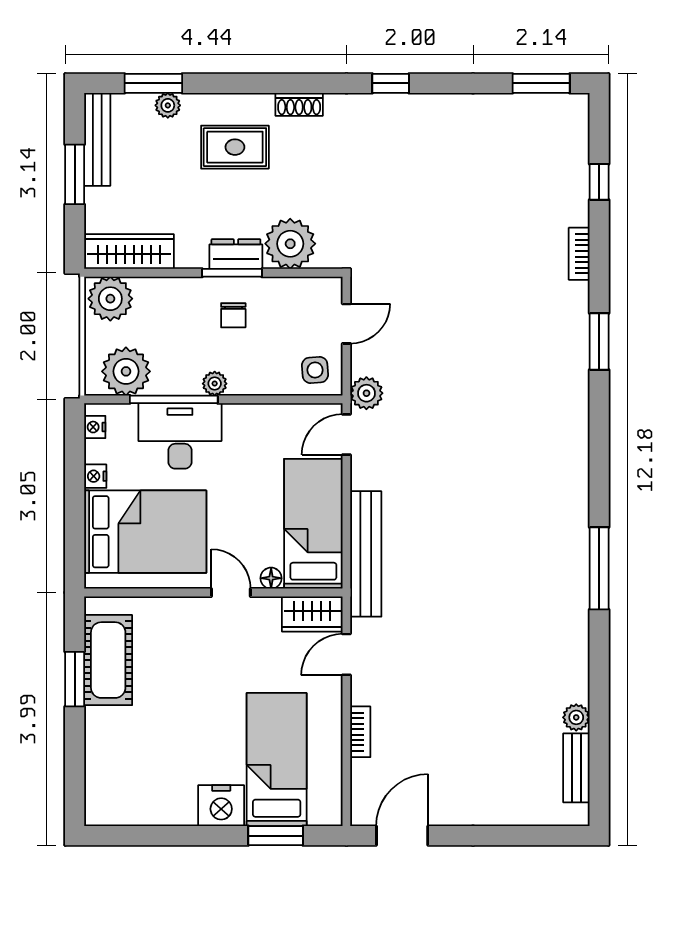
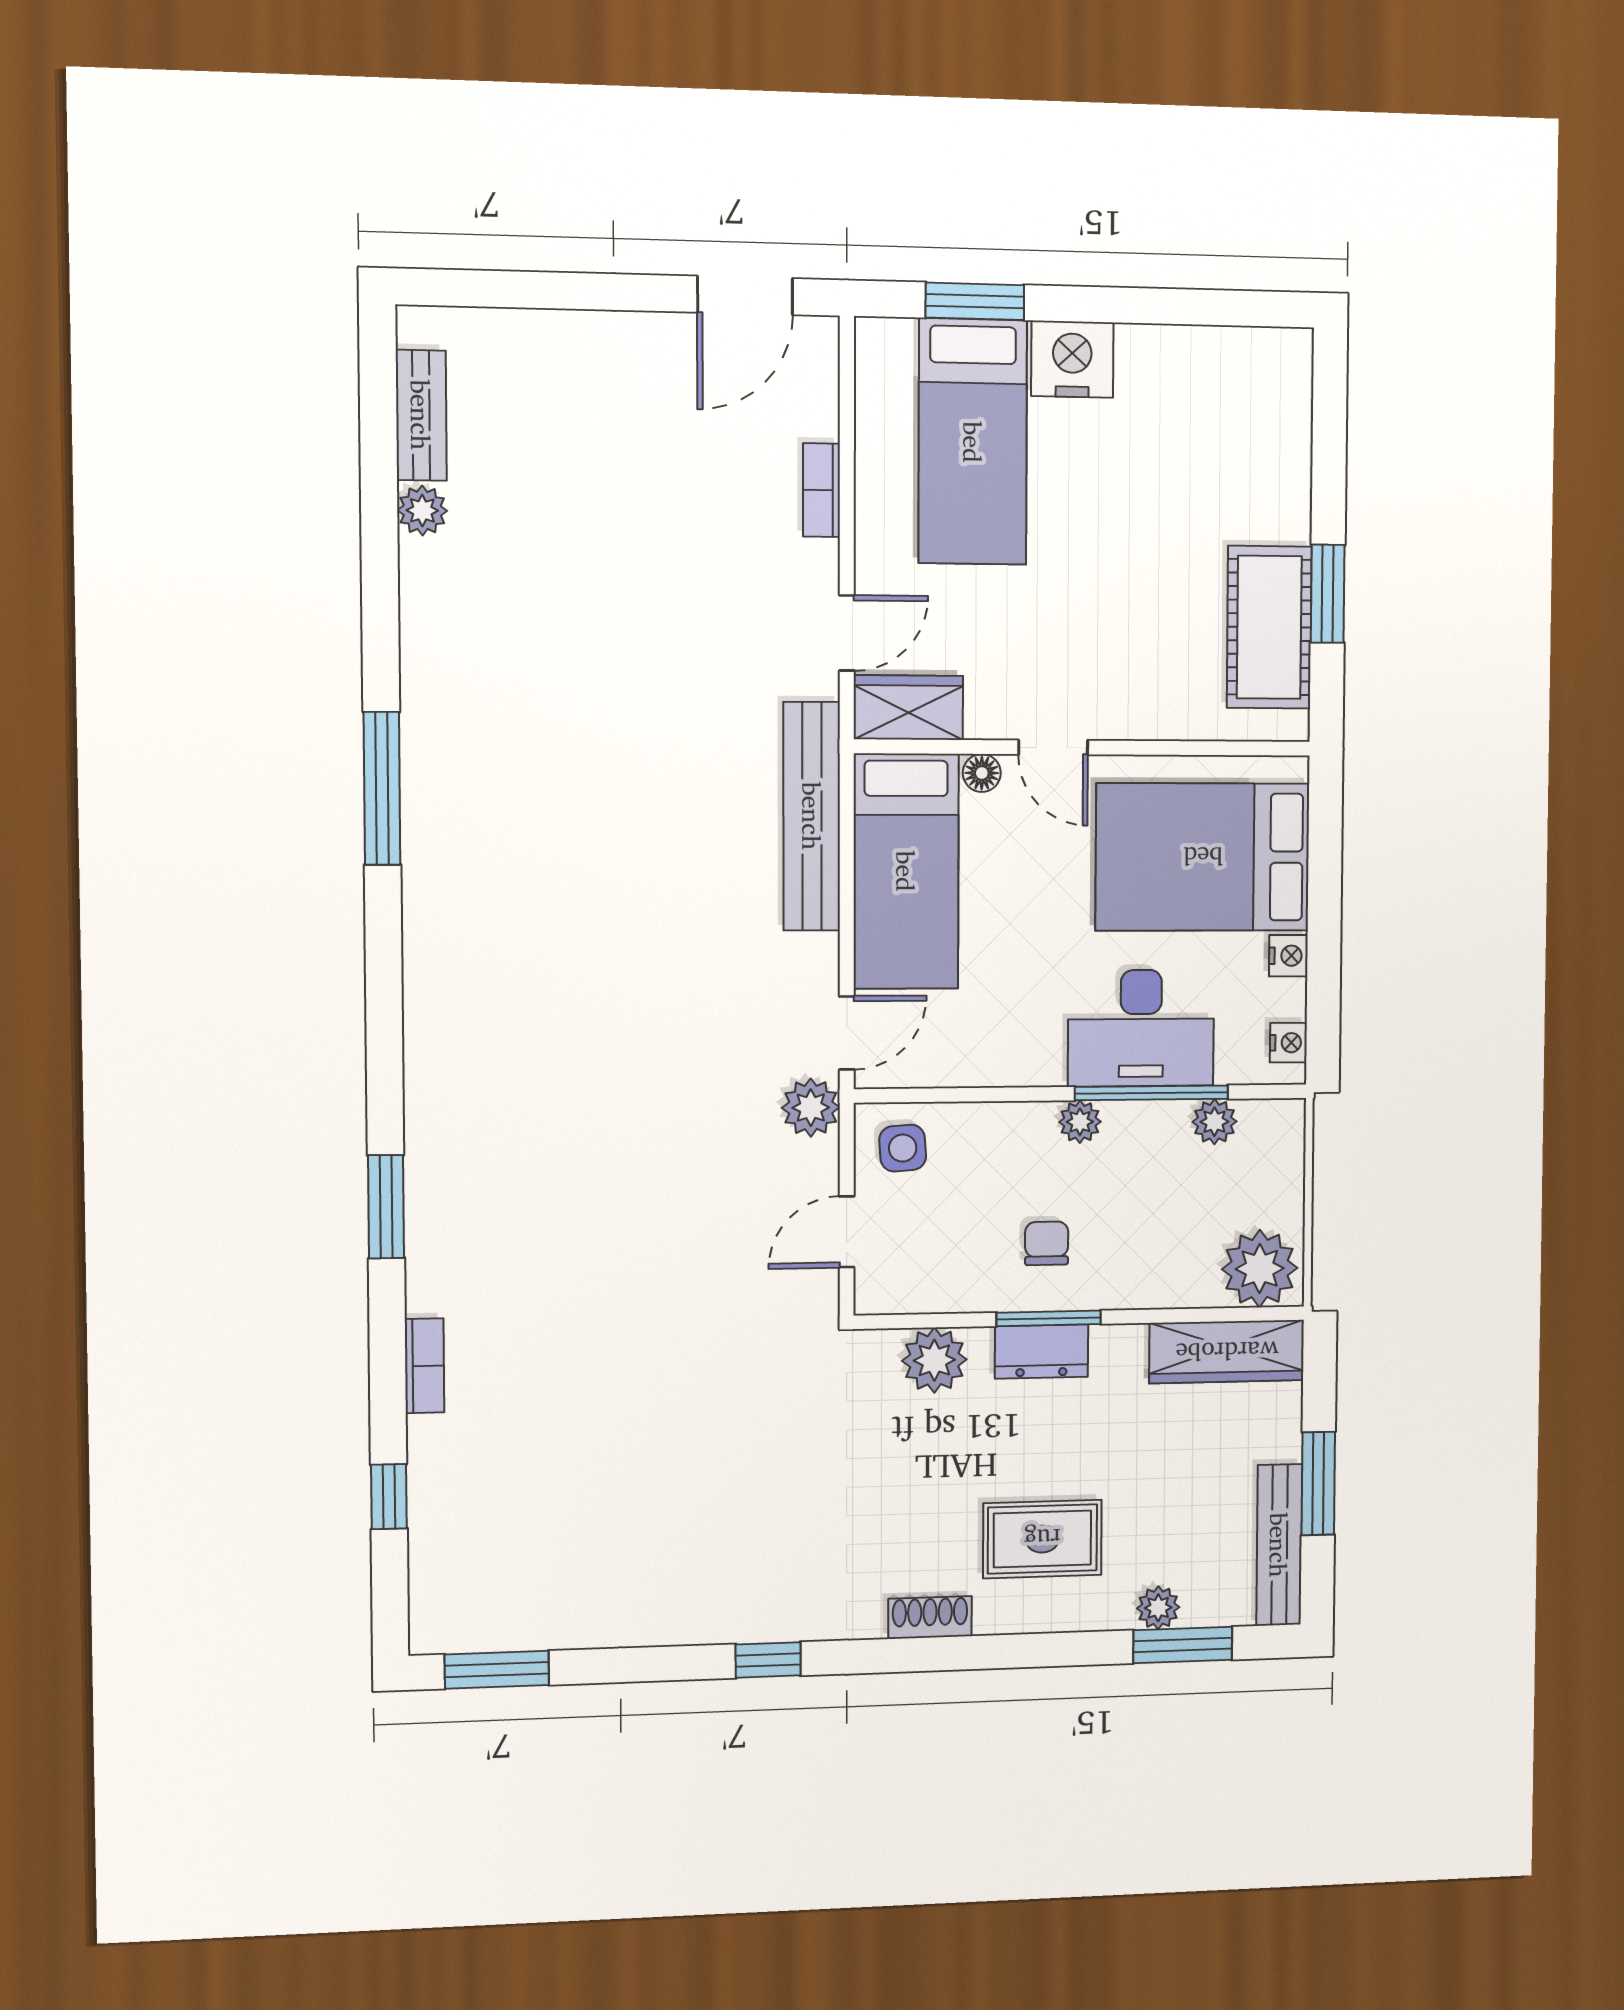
plant: (290, 244) -> (934, 1360), width x0.73, depth x0.73
plant: (126, 371) -> (1214, 1122), width x0.53, depth x0.53

